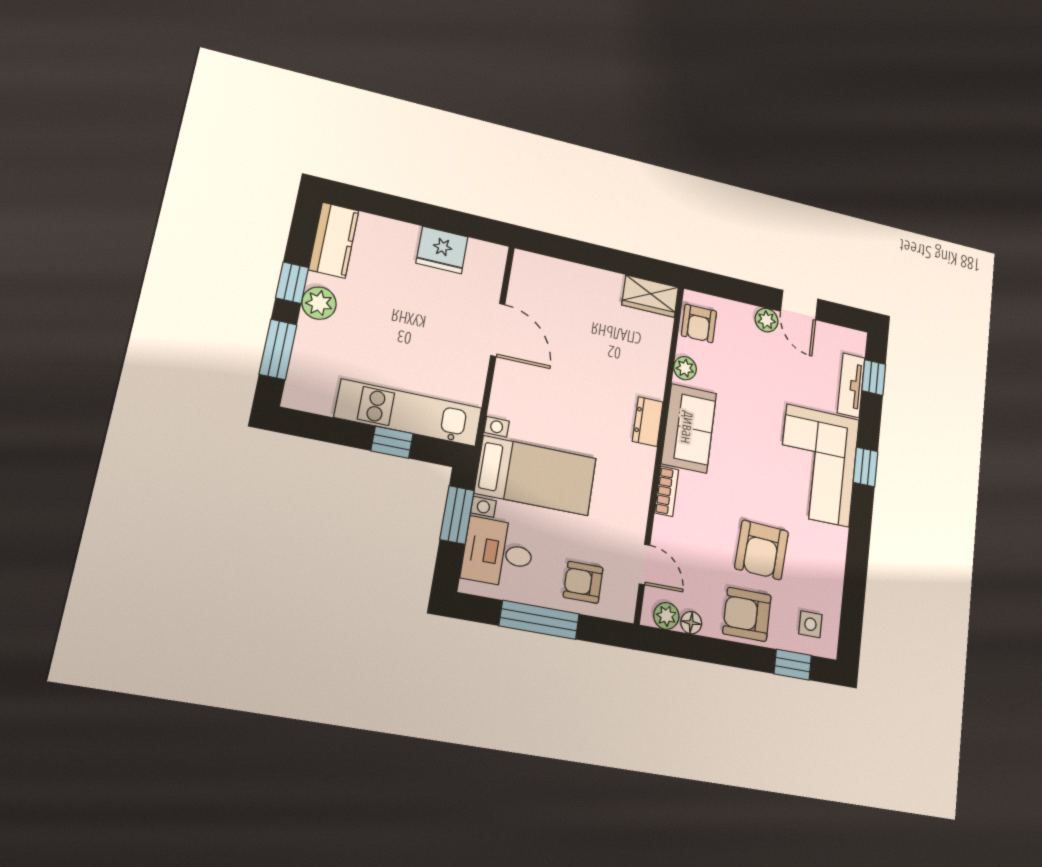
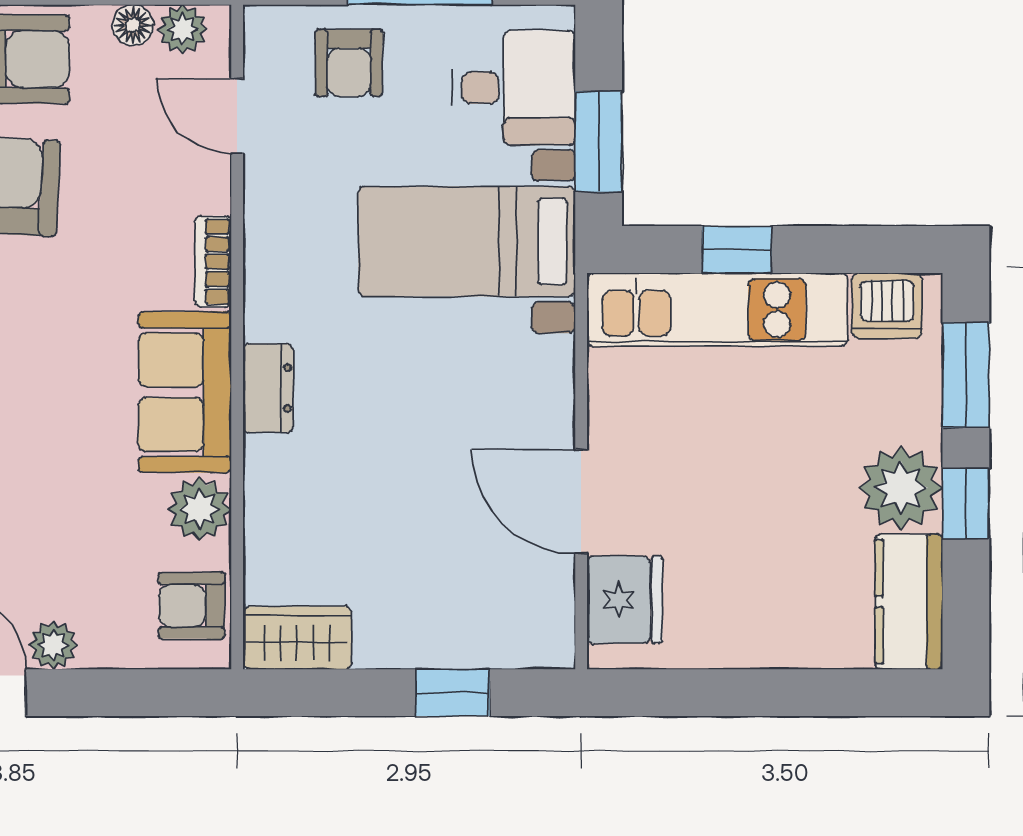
fridge: (442, 250) -> (625, 600), moved, turned 90
window: (578, 252) -> (453, 693), added
plant: (319, 303) -> (901, 488), width x1.36, depth x1.36
armchair: (699, 323) -> (192, 606), turned -90
plant: (685, 368) -> (199, 509), width x1.38, depth x1.38
dishwasher: (315, 395) -> (887, 306), added
armchair: (583, 582) -> (349, 63), turned 90

